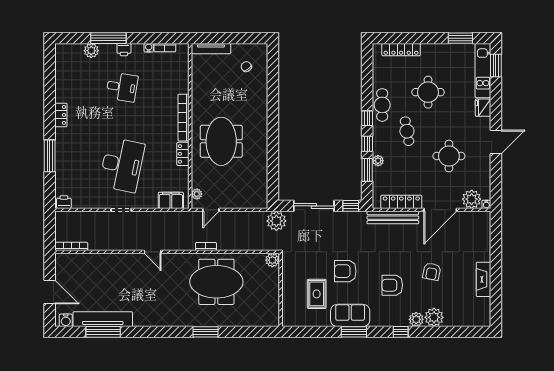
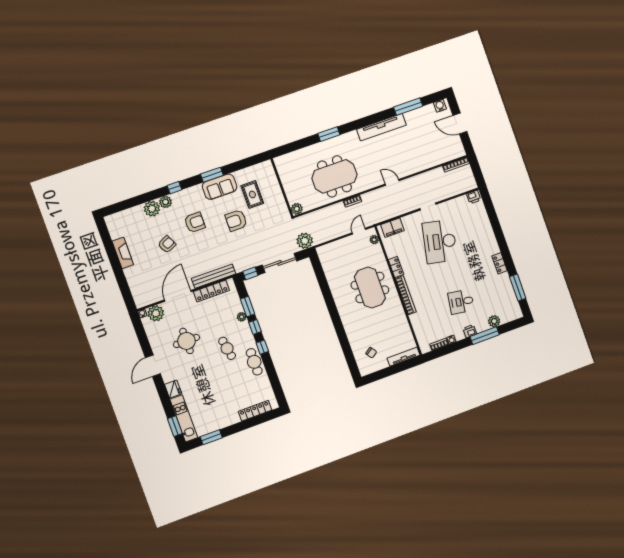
round table: (428, 92) -> (221, 385), removed
window: (50, 156) -> (518, 288), moved
armchair: (345, 271) -> (236, 220), turned 180
armchair: (432, 272) -> (167, 244), turned 53
tv unit: (103, 319) -> (381, 127), moved

